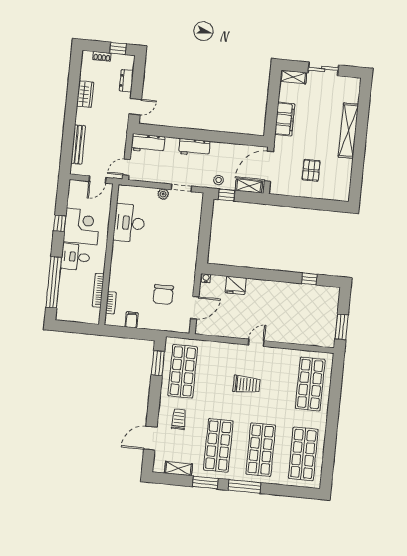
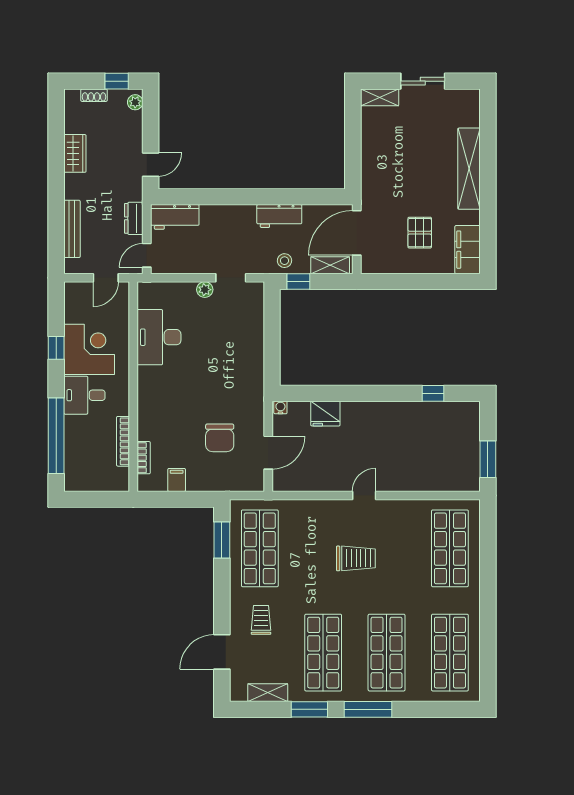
plant: (129, 64) -> (135, 102), added
dresser: (126, 81) -> (134, 218), moved
filing cabinet: (285, 119) -> (468, 250), moved, turned 180
workbench: (194, 147) -> (279, 216), moved

